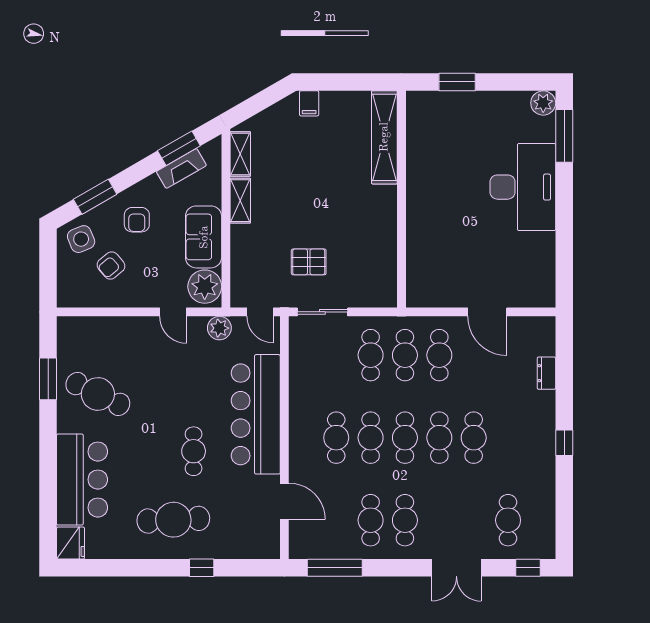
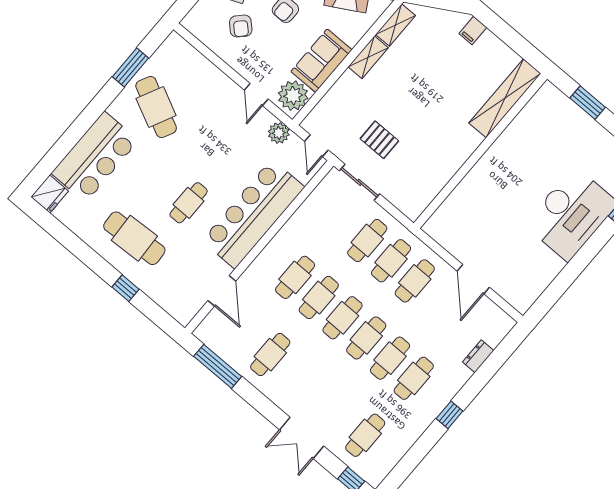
armchair: (111, 265) -> (241, 26), turned -96
cafe table: (405, 520) -> (414, 378), moved

